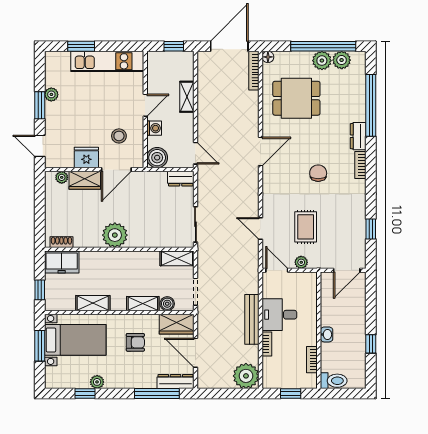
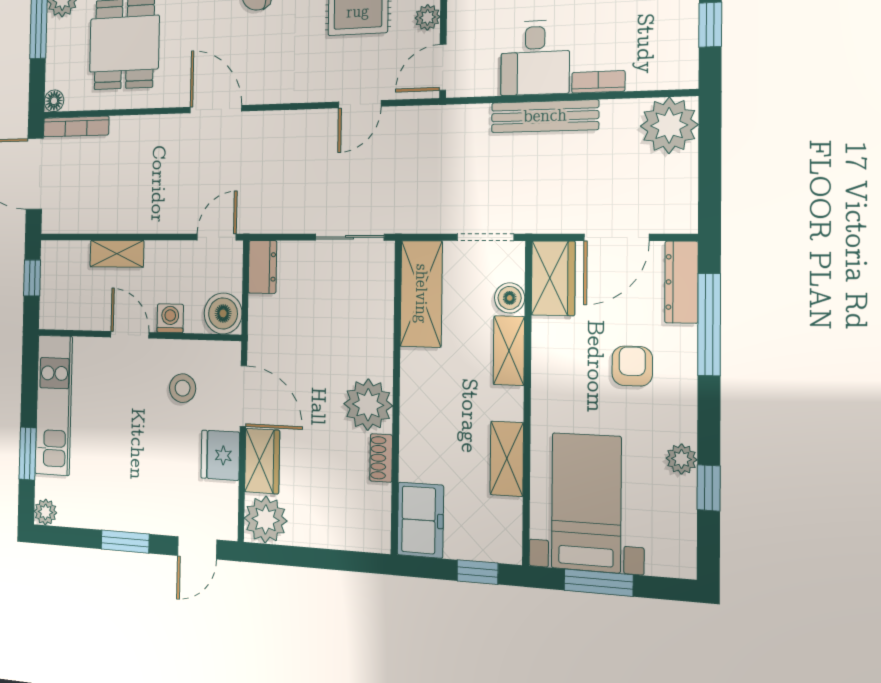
plant: (51, 94) -> (46, 512), moved
plant: (62, 177) -> (266, 520), width x1.88, depth x1.88
shoe rack: (61, 242) -> (381, 458), moved
shelving: (177, 258) -> (421, 294), width x1.50, depth x1.33
armchair: (135, 342) -> (632, 366), moved

